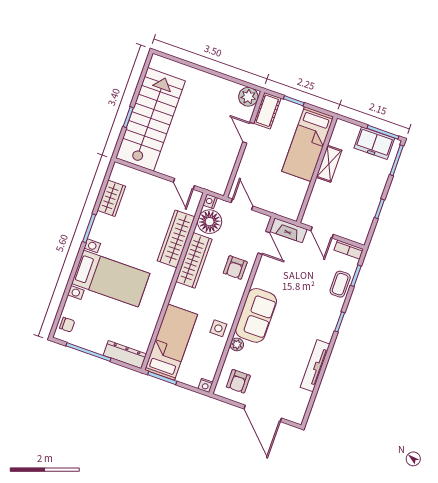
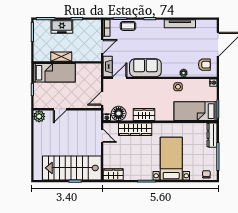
cot: (267, 111) -> (43, 103), removed
freezer: (374, 143) -> (62, 27), moved, turned 90
door: (184, 184) -> (102, 136), hinge flipped
wardrobe: (111, 198) -> (113, 174), moved
wardrobe: (194, 260) -> (144, 115), width x0.67
armchair: (235, 268) -> (140, 89), removed
sofa: (256, 315) -> (145, 68), moved

